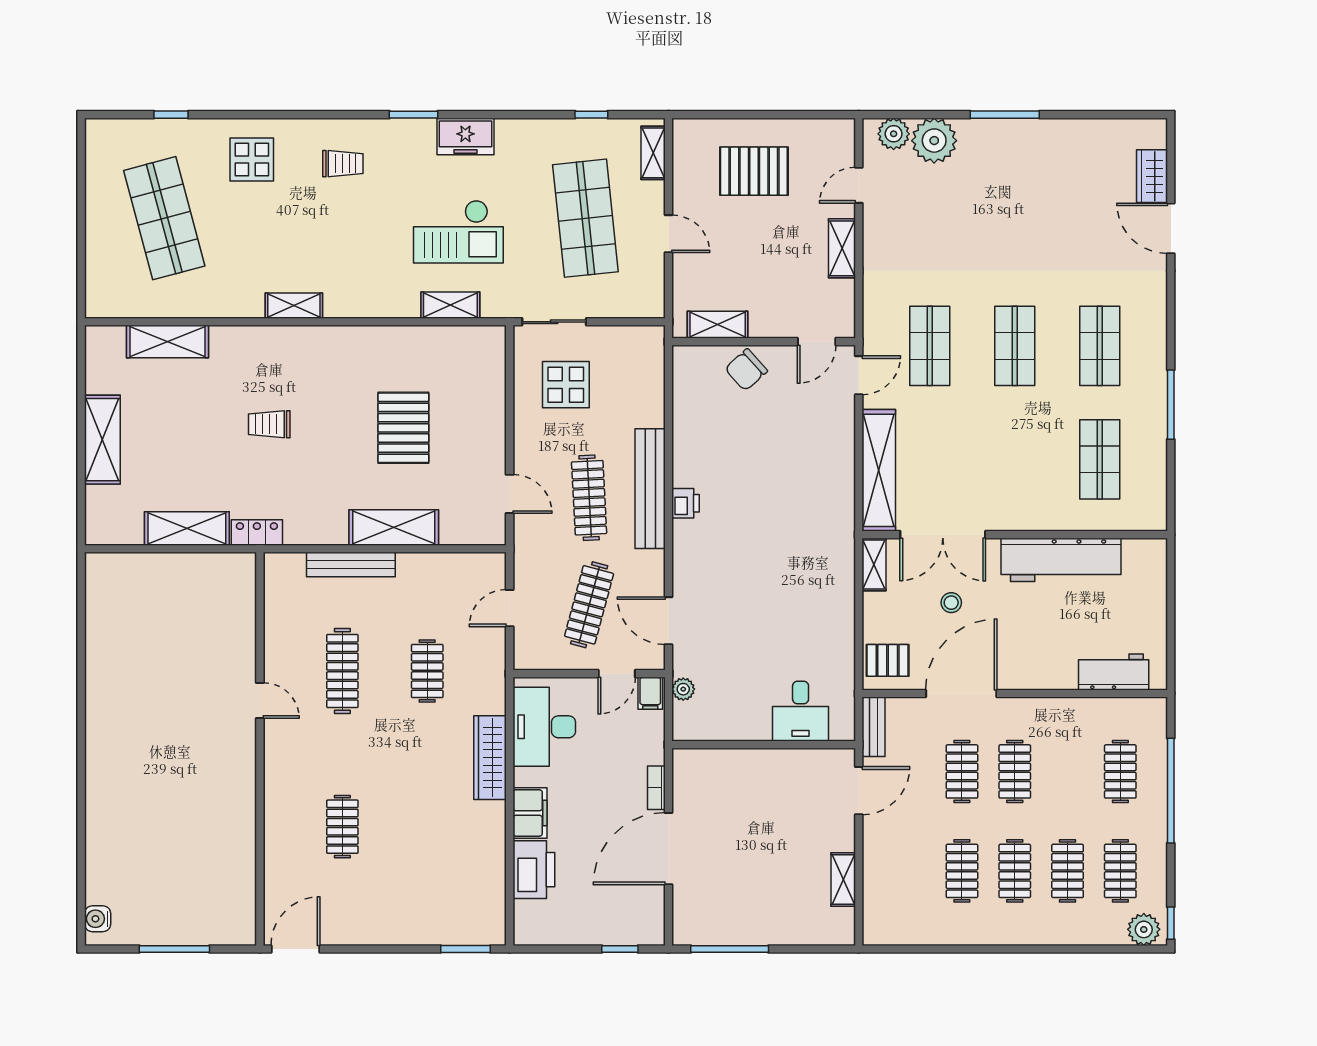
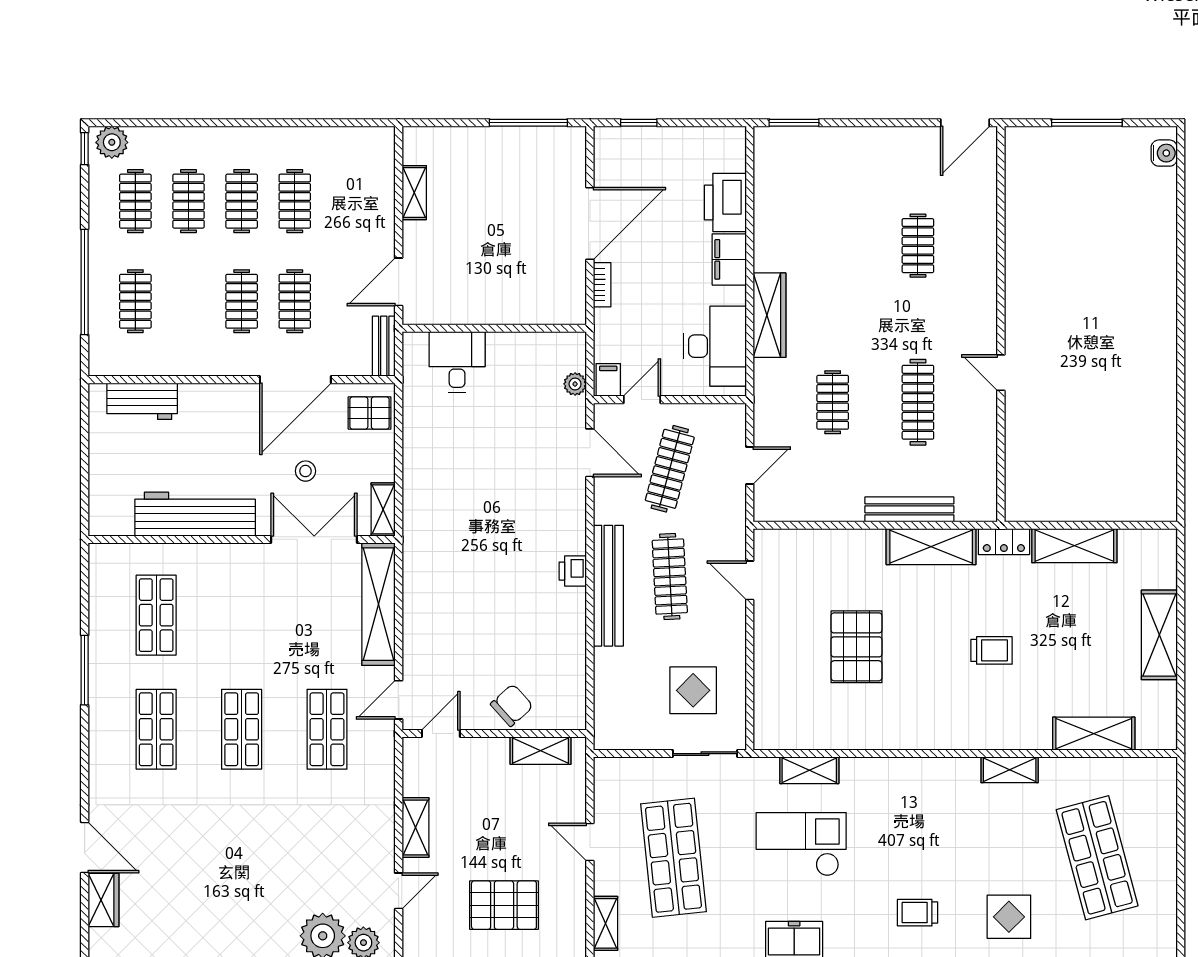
shelving: (294, 306) -> (1010, 770), moved
shelving: (394, 528) -> (931, 547), moved

